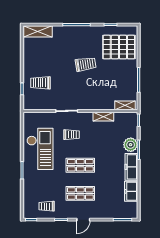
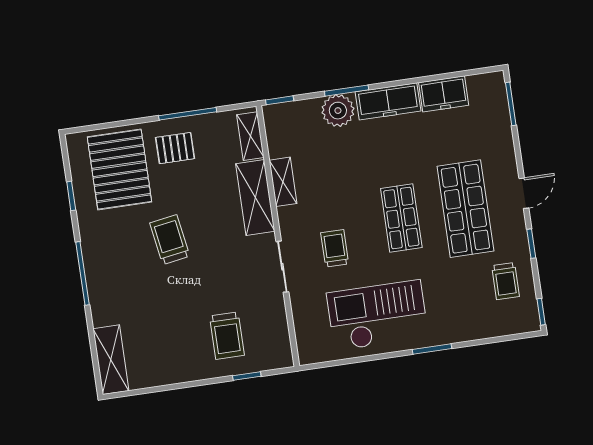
pallet: (125, 72) -> (175, 148), added
shelving: (98, 104) -> (255, 197), added
shop shelf: (80, 193) -> (465, 209), width x1.43, depth x1.36
door: (83, 220) -> (524, 193), hinge flipped

